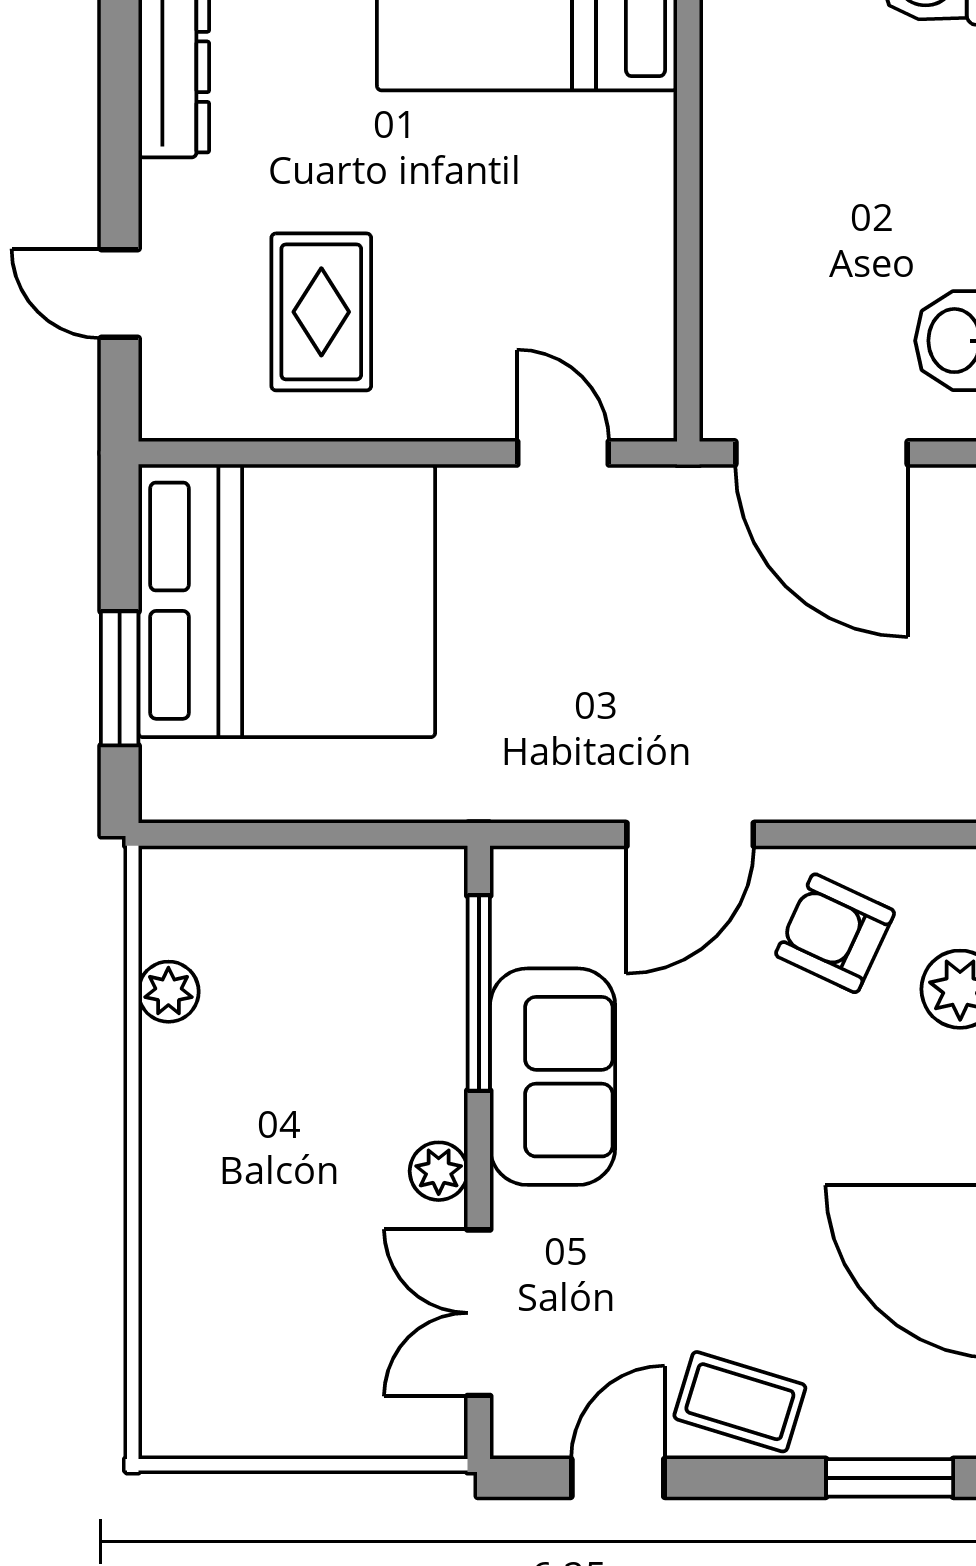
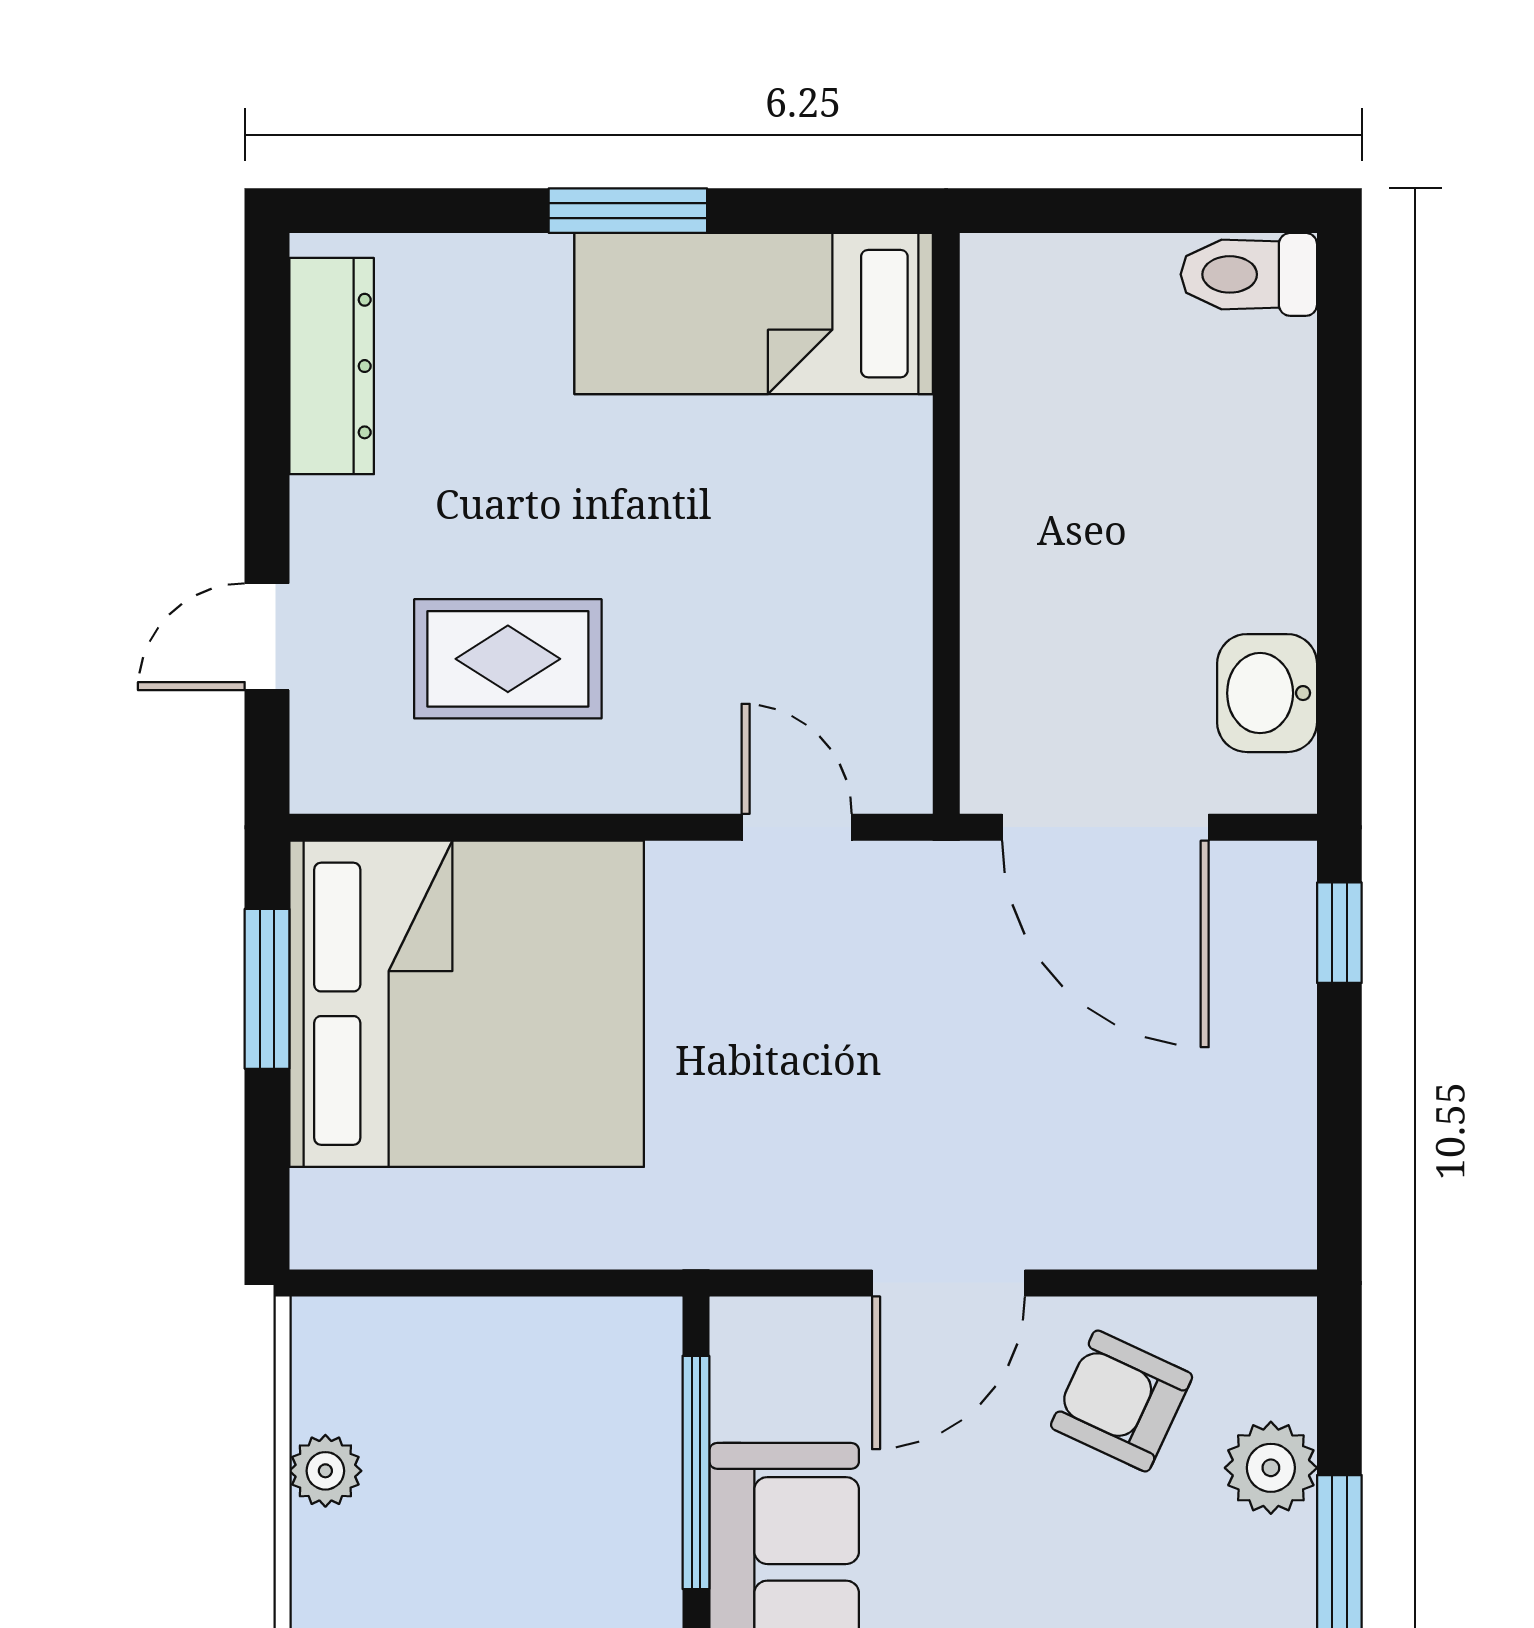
door: (120, 293) -> (267, 637), hinge flipped
rug: (321, 312) -> (508, 659), turned 90
window: (120, 678) -> (267, 989), moved

